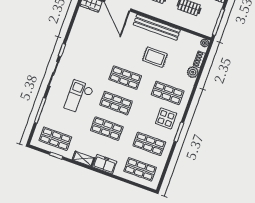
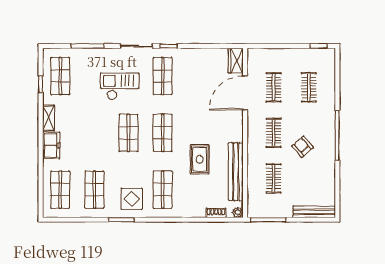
bench: (157, 27) -> (236, 172), moved
plant: (193, 72) -> (198, 211), removed
shop shelf: (107, 129) -> (163, 76), moved

